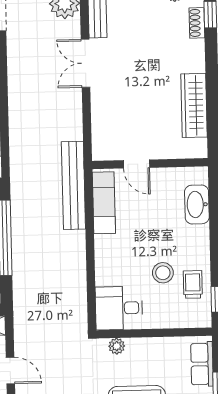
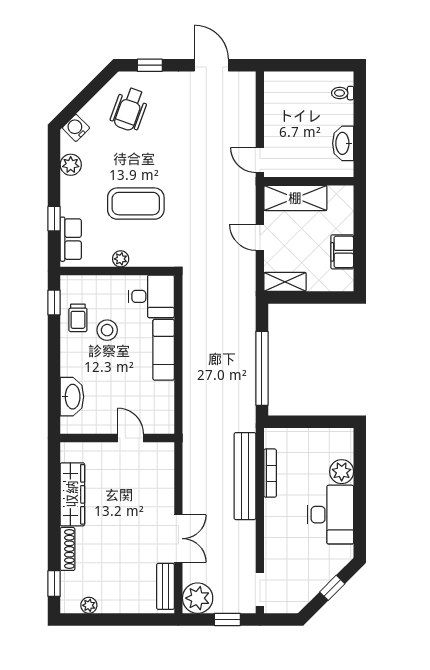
shoe rack: (197, 23) -> (67, 549), moved, width x1.43
bench: (73, 185) -> (245, 476), moved
exam couch: (104, 203) -> (164, 350), moved
plant: (117, 346) -> (121, 259), moved

